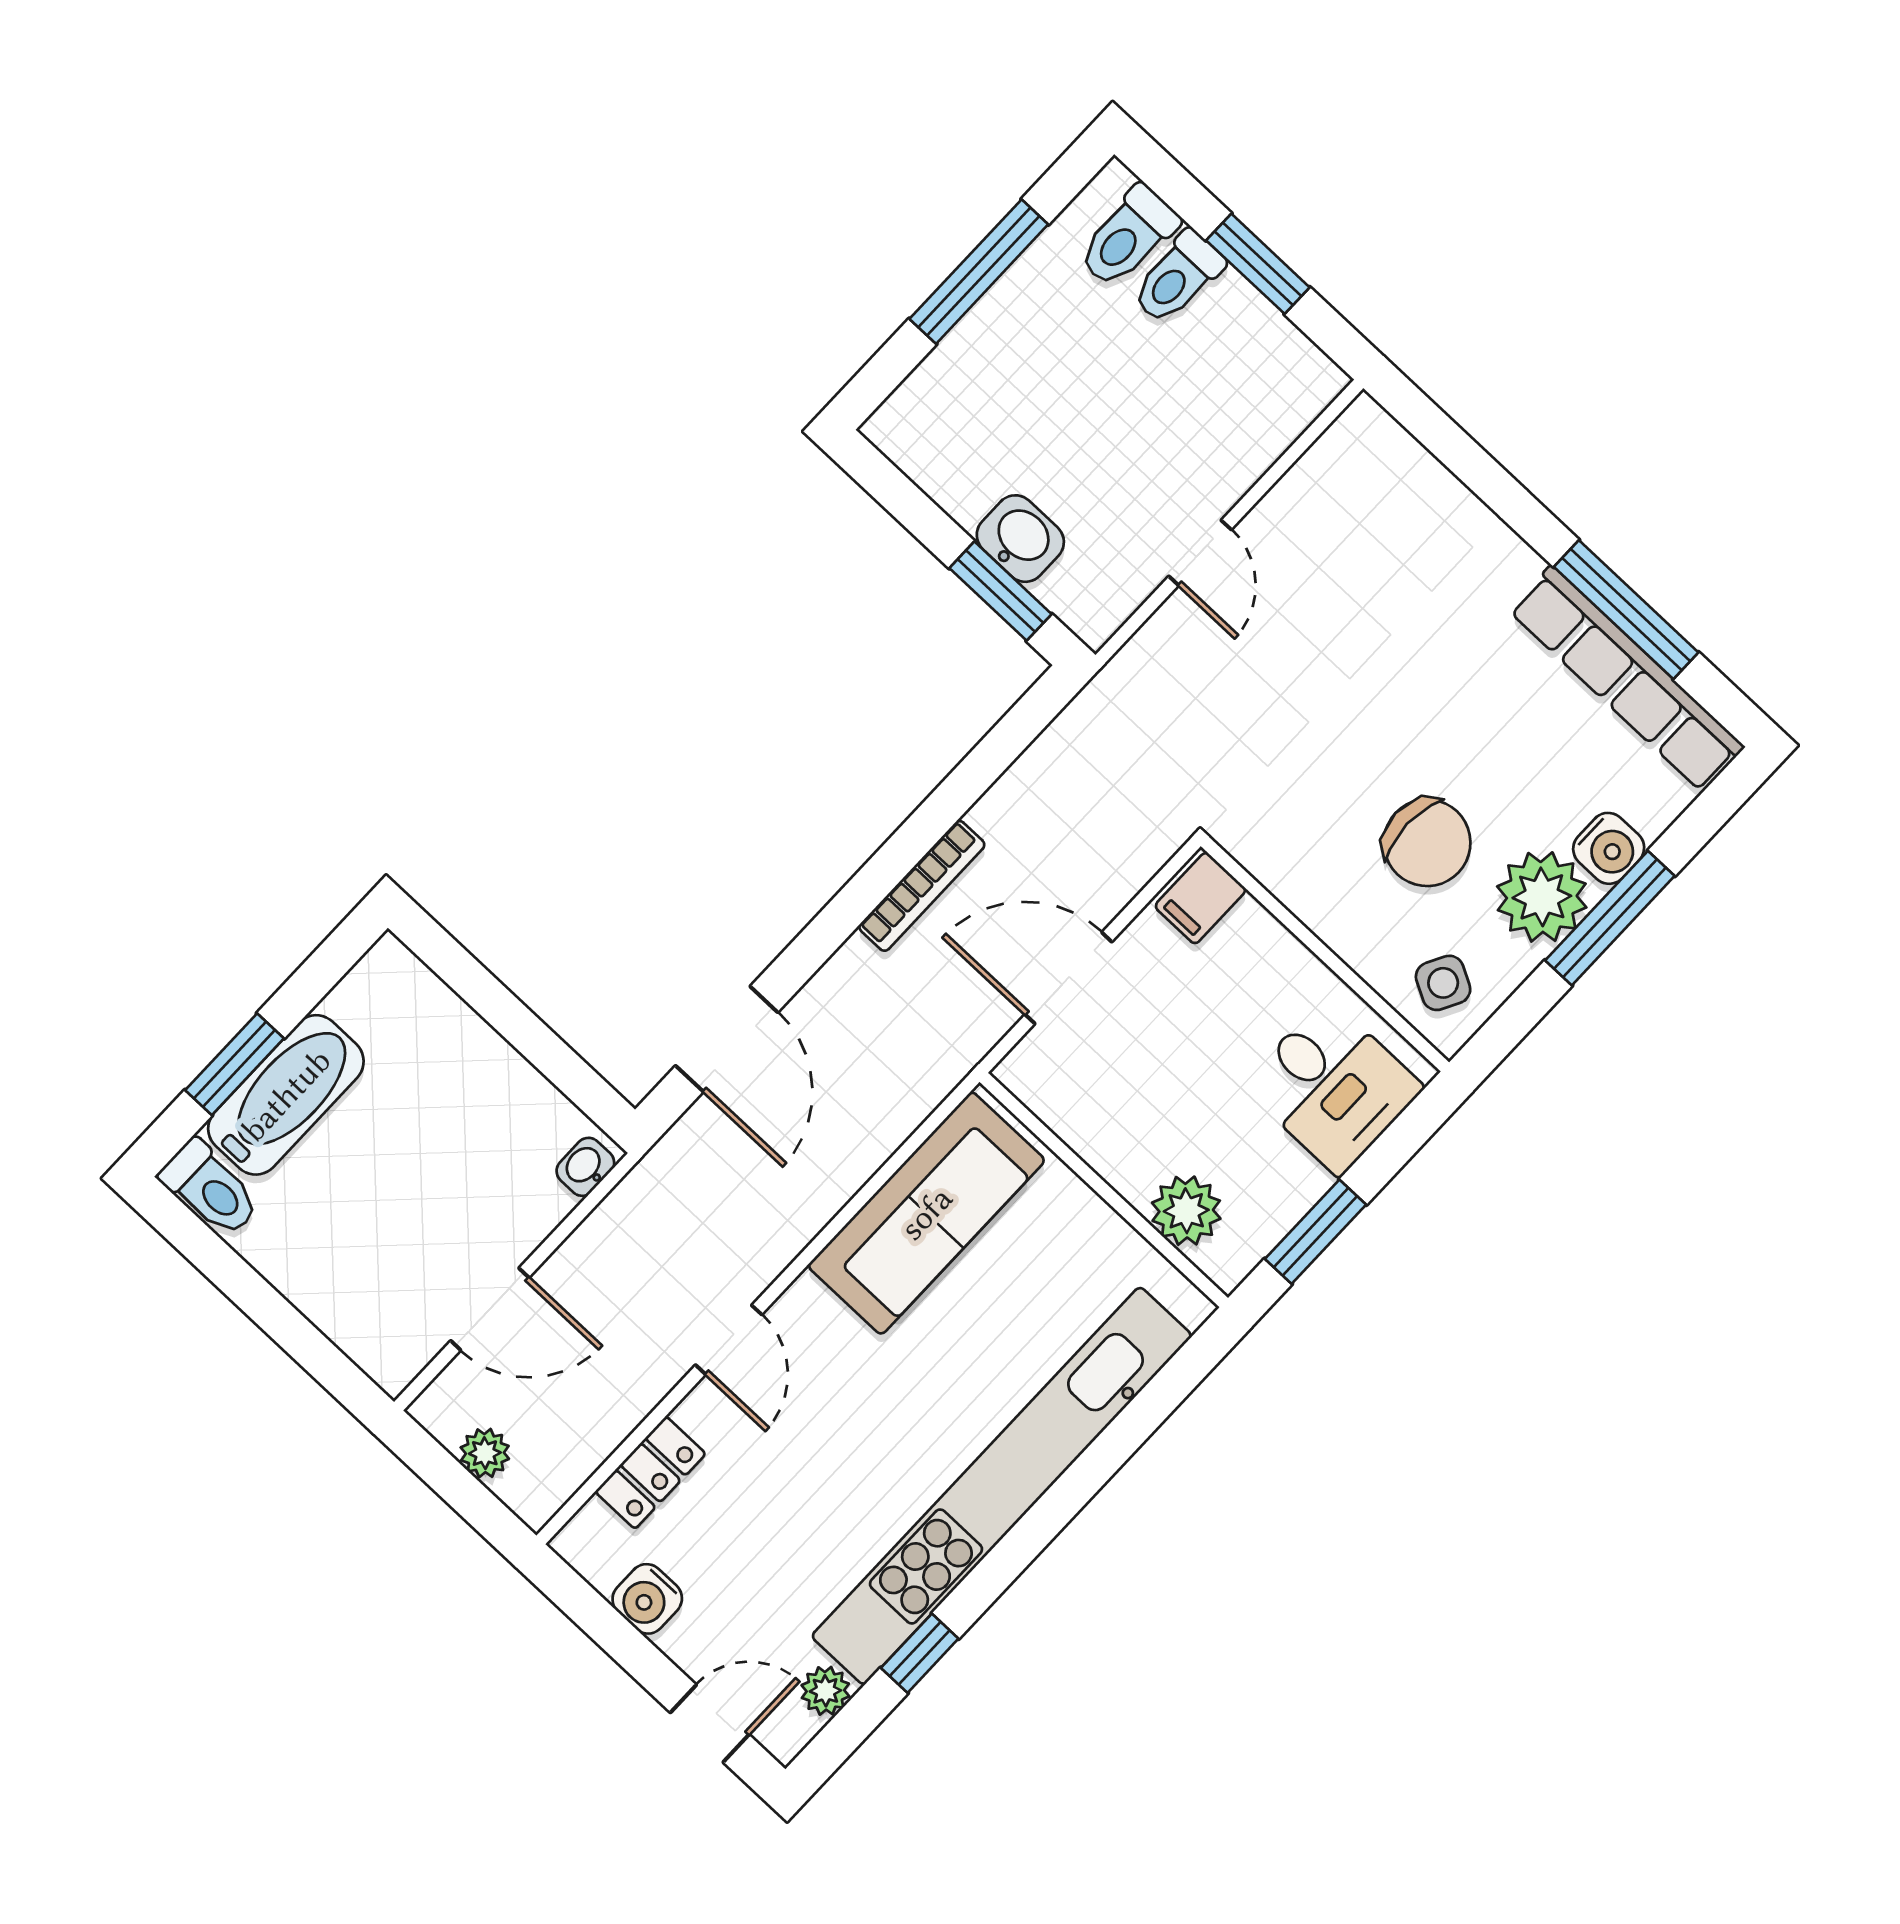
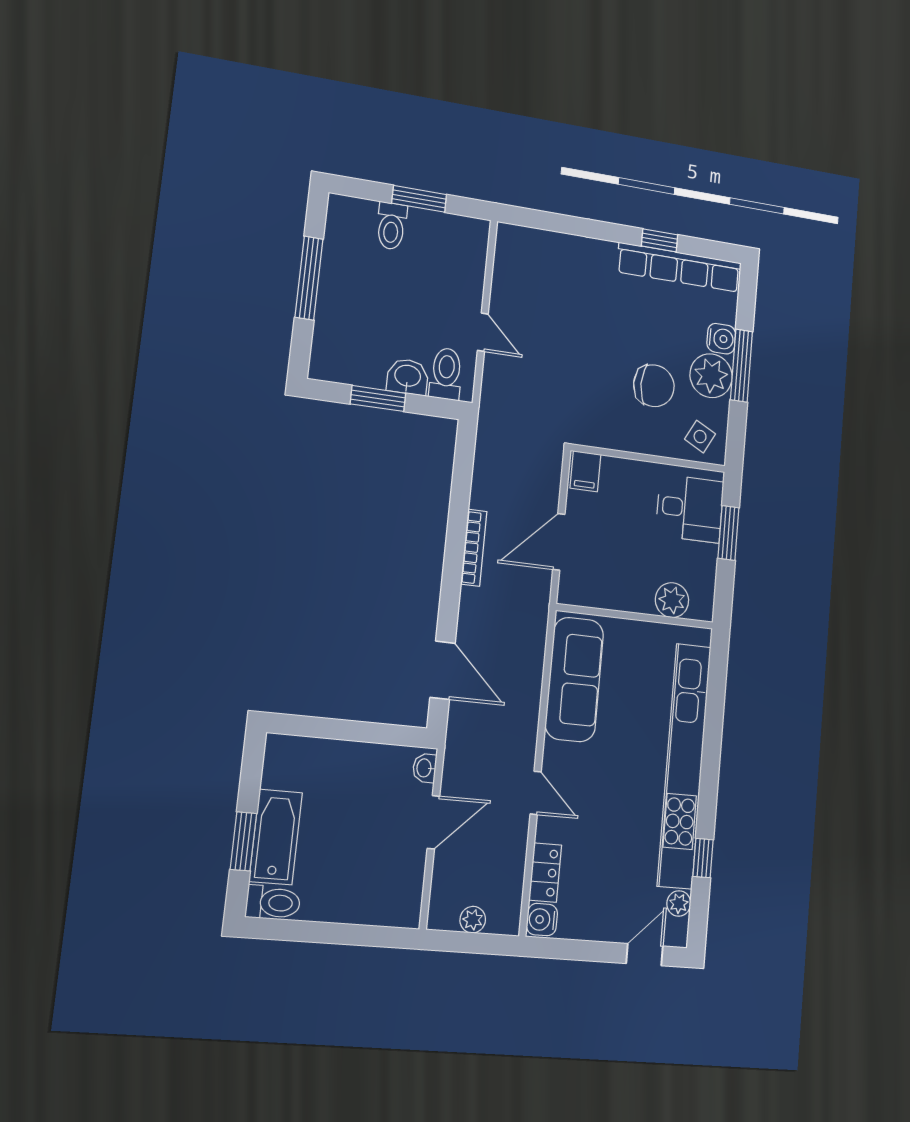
toilet: (1128, 237) -> (446, 374), moved, turned 180
window: (1001, 591) -> (378, 399), moved
window: (1626, 610) -> (659, 240), width x0.46
window: (1315, 1232) -> (728, 533), moved
door: (490, 1309) -> (433, 822), moved
water cooler: (647, 1599) -> (542, 920), moved, turned 90

